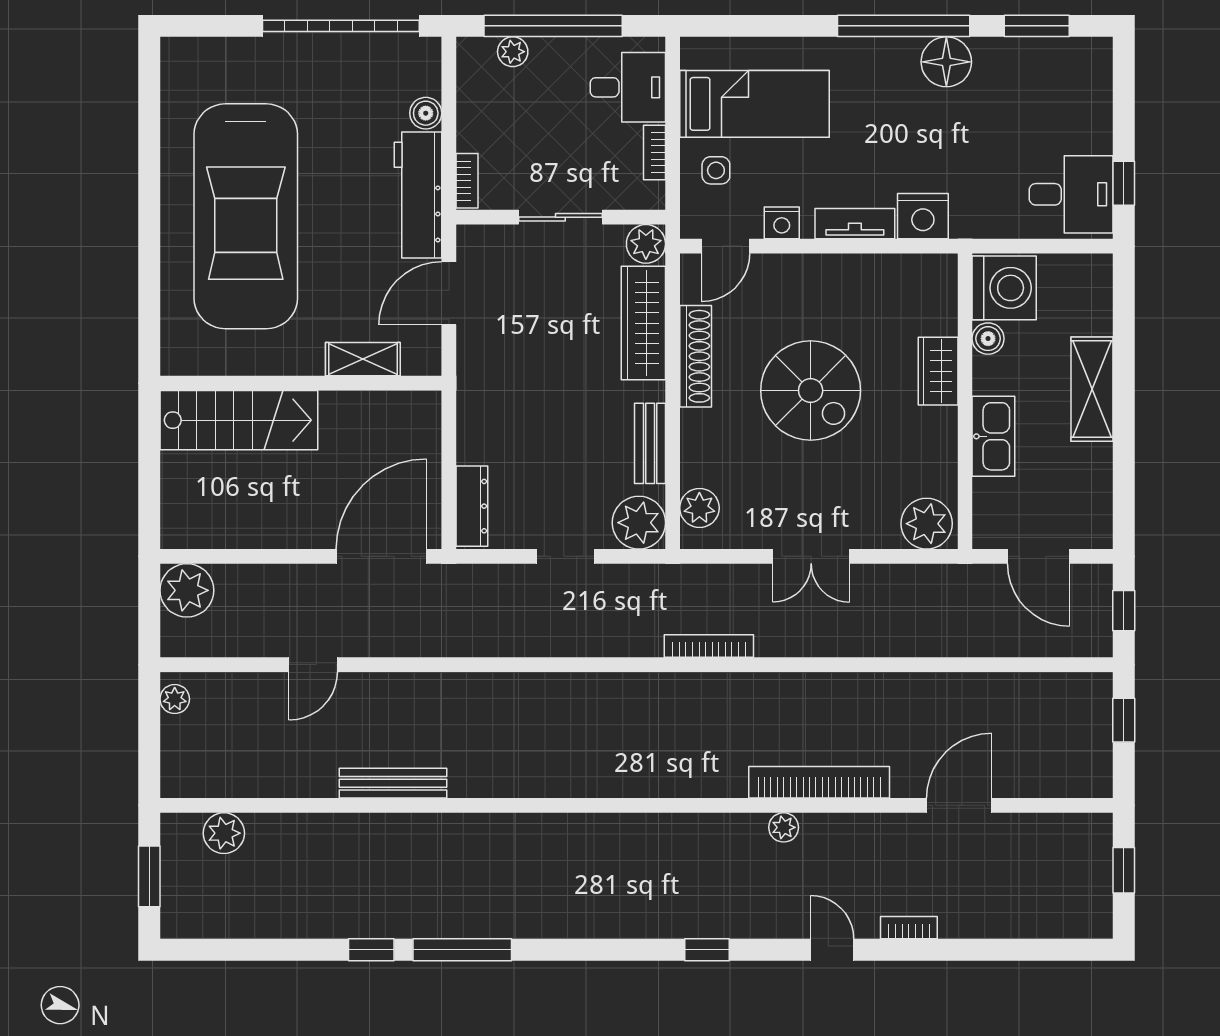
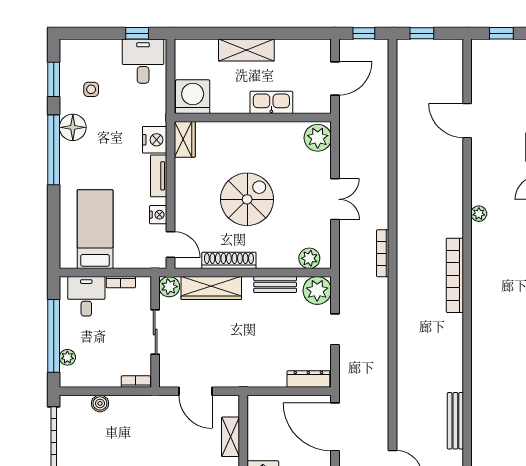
side table: (716, 170) -> (91, 89), moved
workbench: (418, 195) -> (143, 408), removed
boiler: (988, 339) -> (220, 105), removed
wardrobe: (938, 371) -> (185, 139), moved, turned -90
bookcase: (819, 782) -> (455, 275), moved

